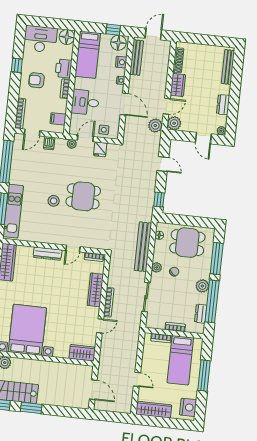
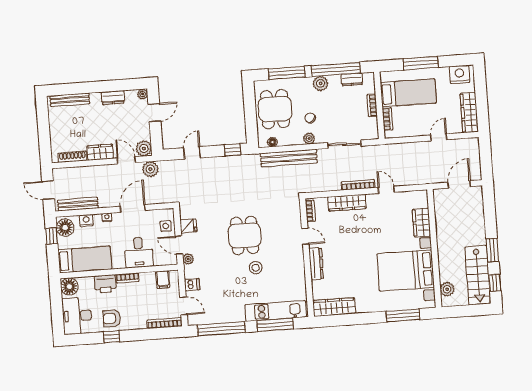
armchair: (36, 80) -> (112, 318), moved, turned 90
wardrobe: (82, 353) -> (421, 223), moved

